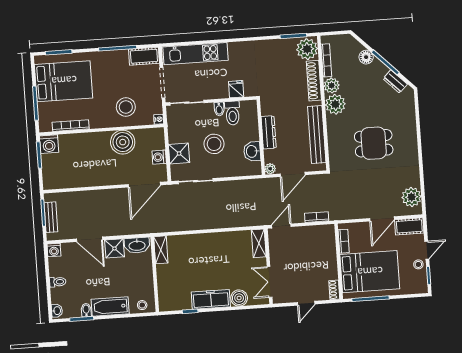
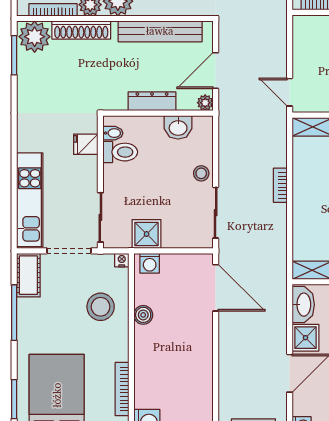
bidet: (219, 109) -> (113, 133), moved
boiler: (123, 142) -> (143, 315), width x0.54, depth x0.54
stool: (214, 144) -> (201, 173), moved, width x0.53, depth x0.53
shower: (179, 153) -> (147, 234), moved
washing machine: (159, 157) -> (150, 263), moved
door: (293, 174) -> (216, 71), swing flipped
bookcase: (317, 217) -> (280, 185), moved

